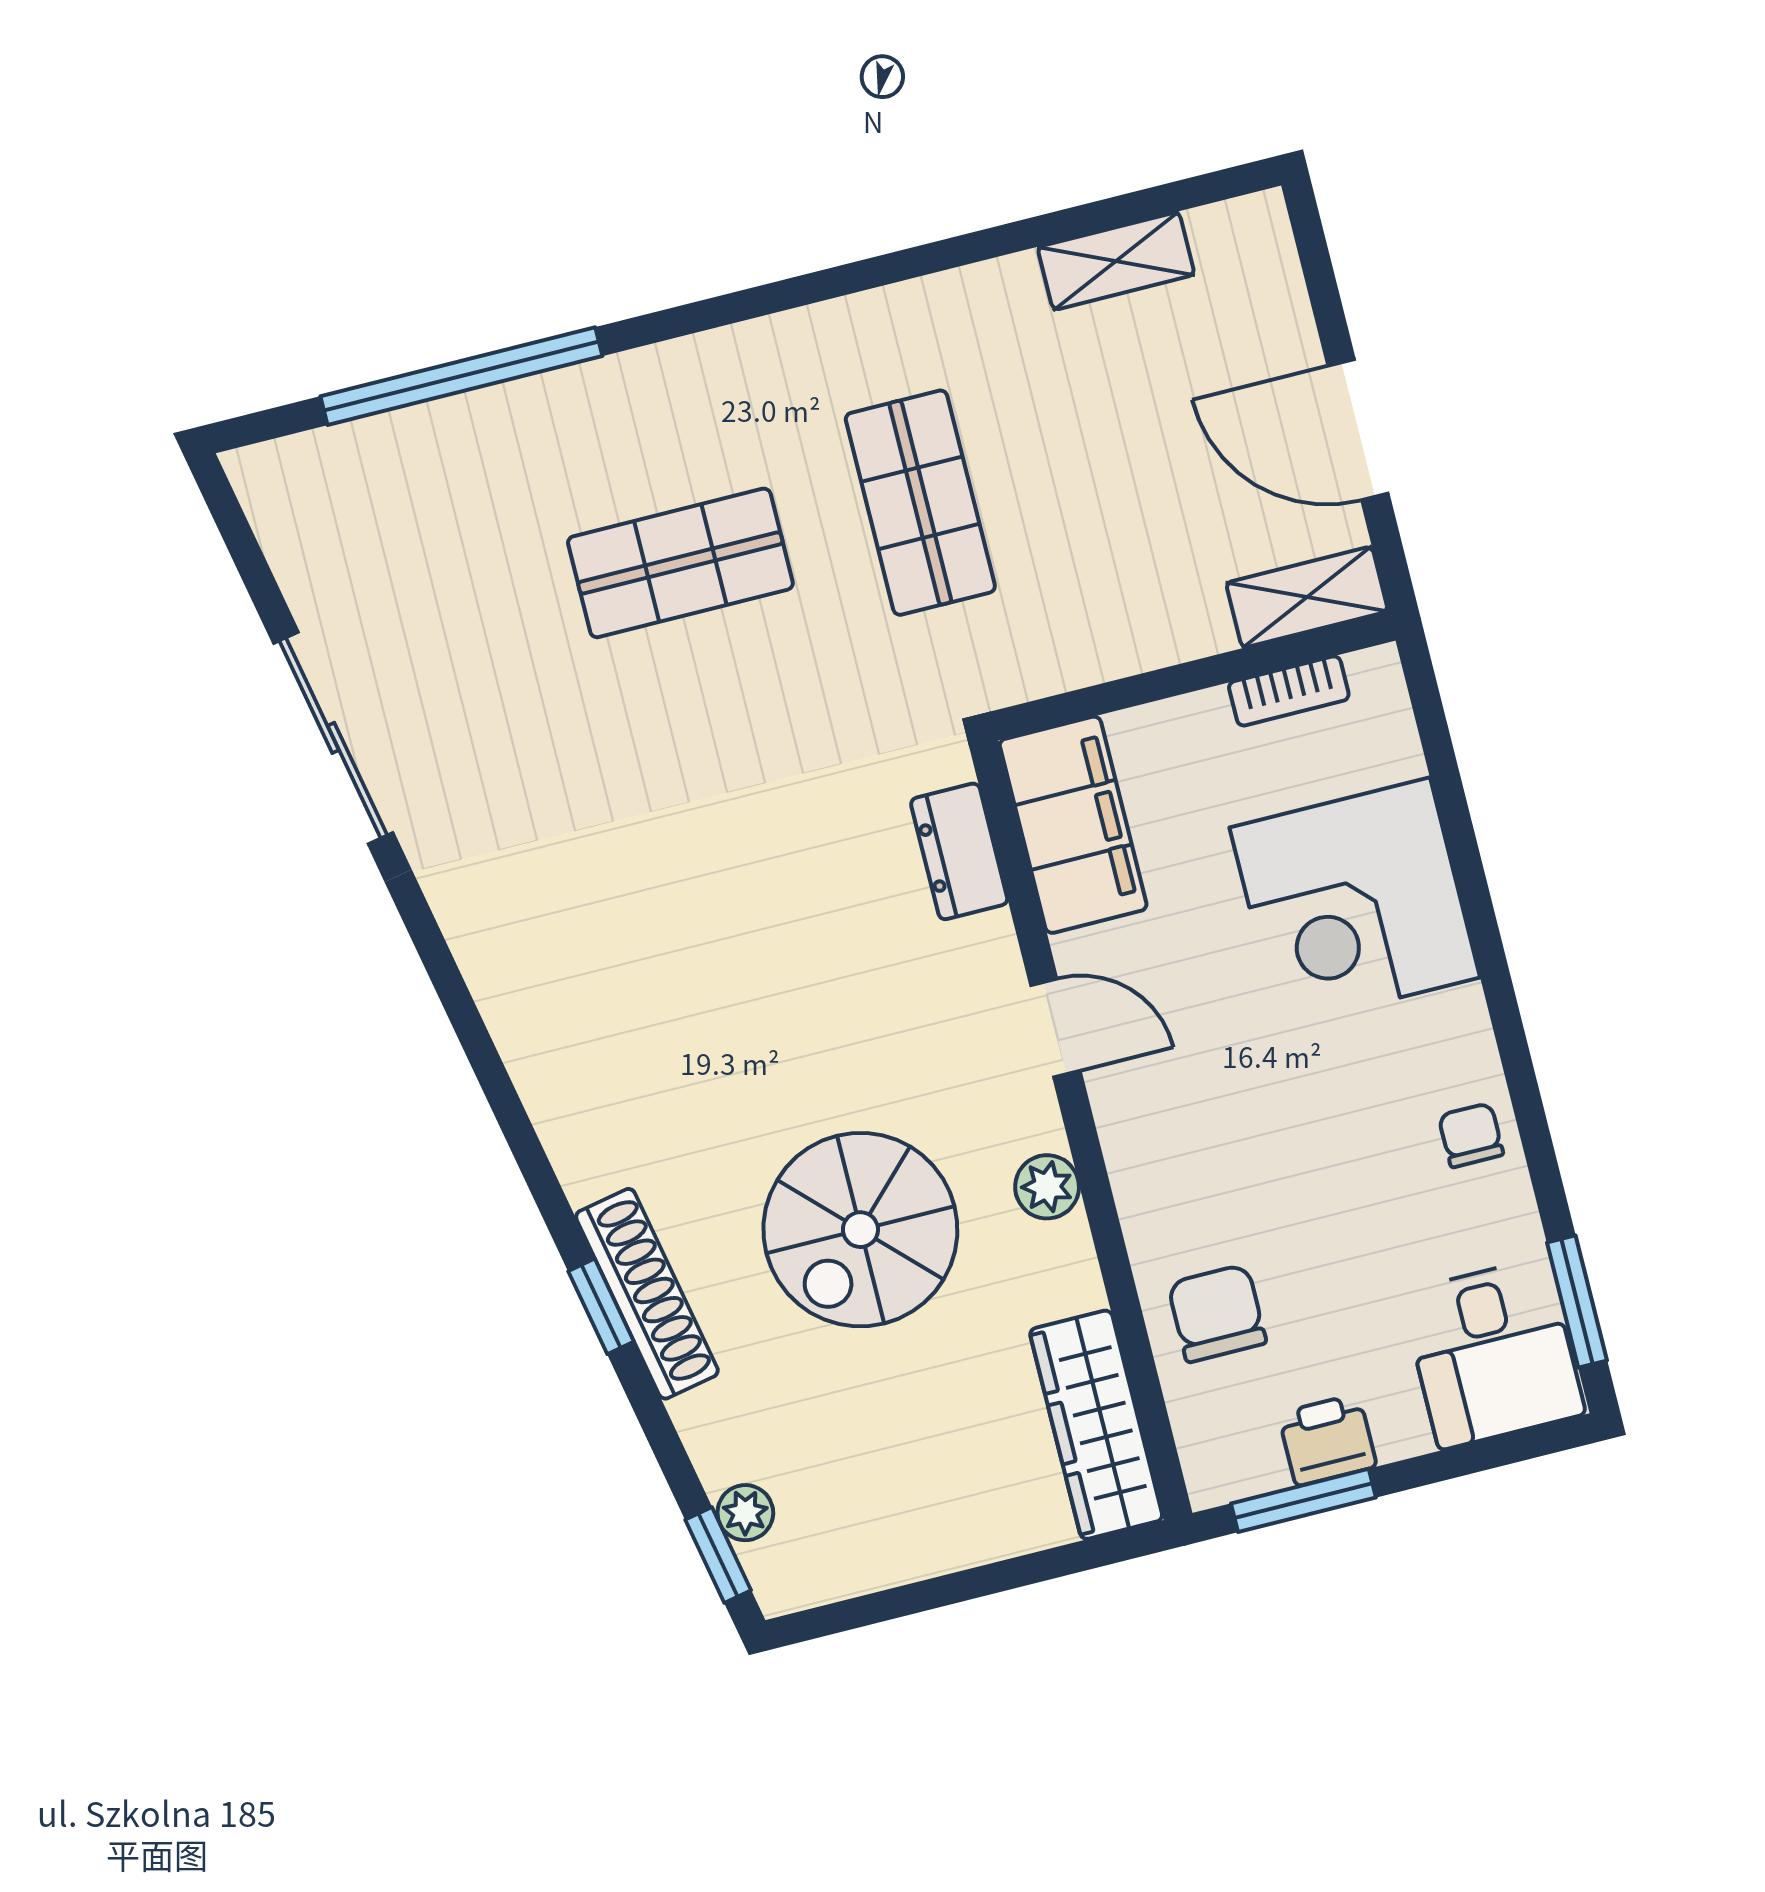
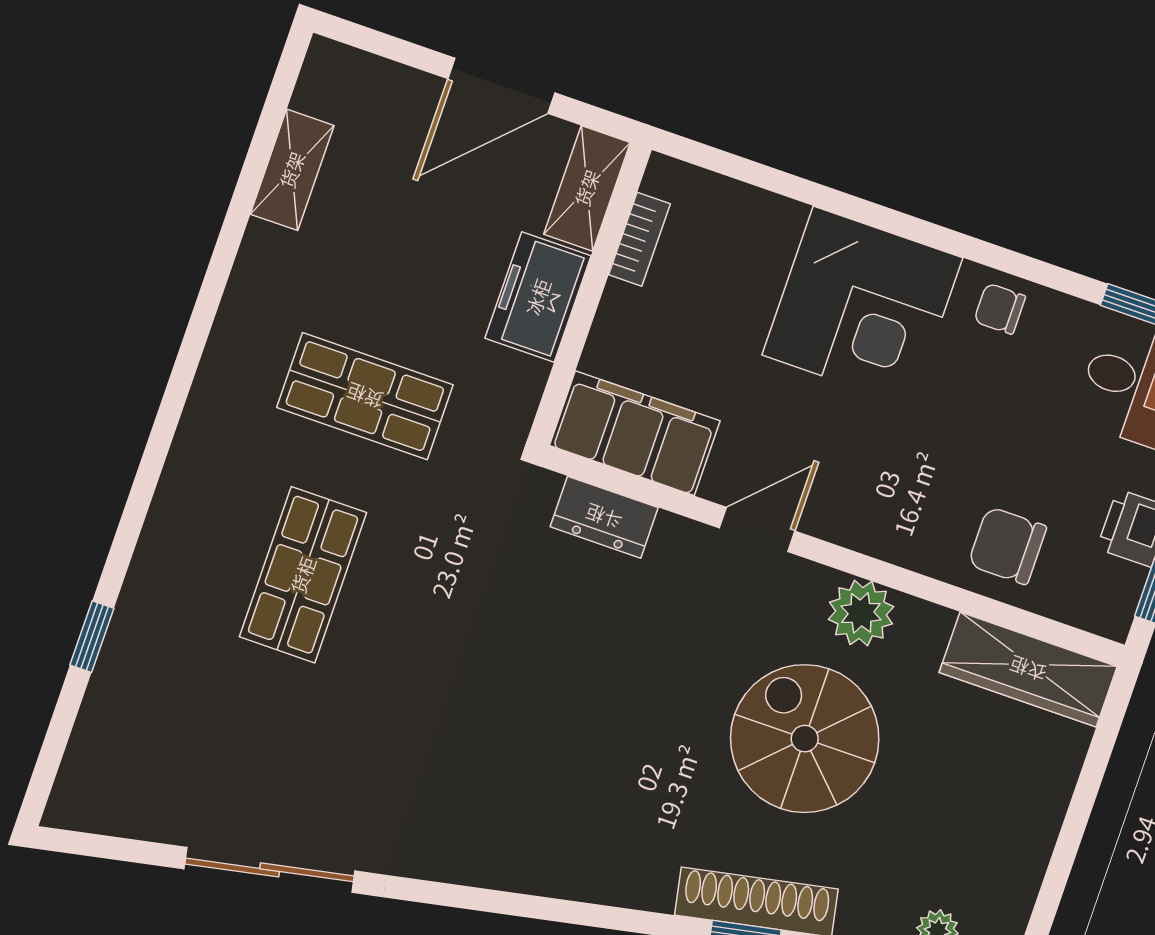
window: (461, 376) -> (92, 637), width x0.32
freezer: (1153, 621) -> (538, 297), added
corner desk: (1355, 903) -> (862, 306), moved
plant: (1047, 1187) -> (861, 613), width x1.38, depth x1.38
spiral stairs: (860, 1230) -> (805, 739), turned 180

